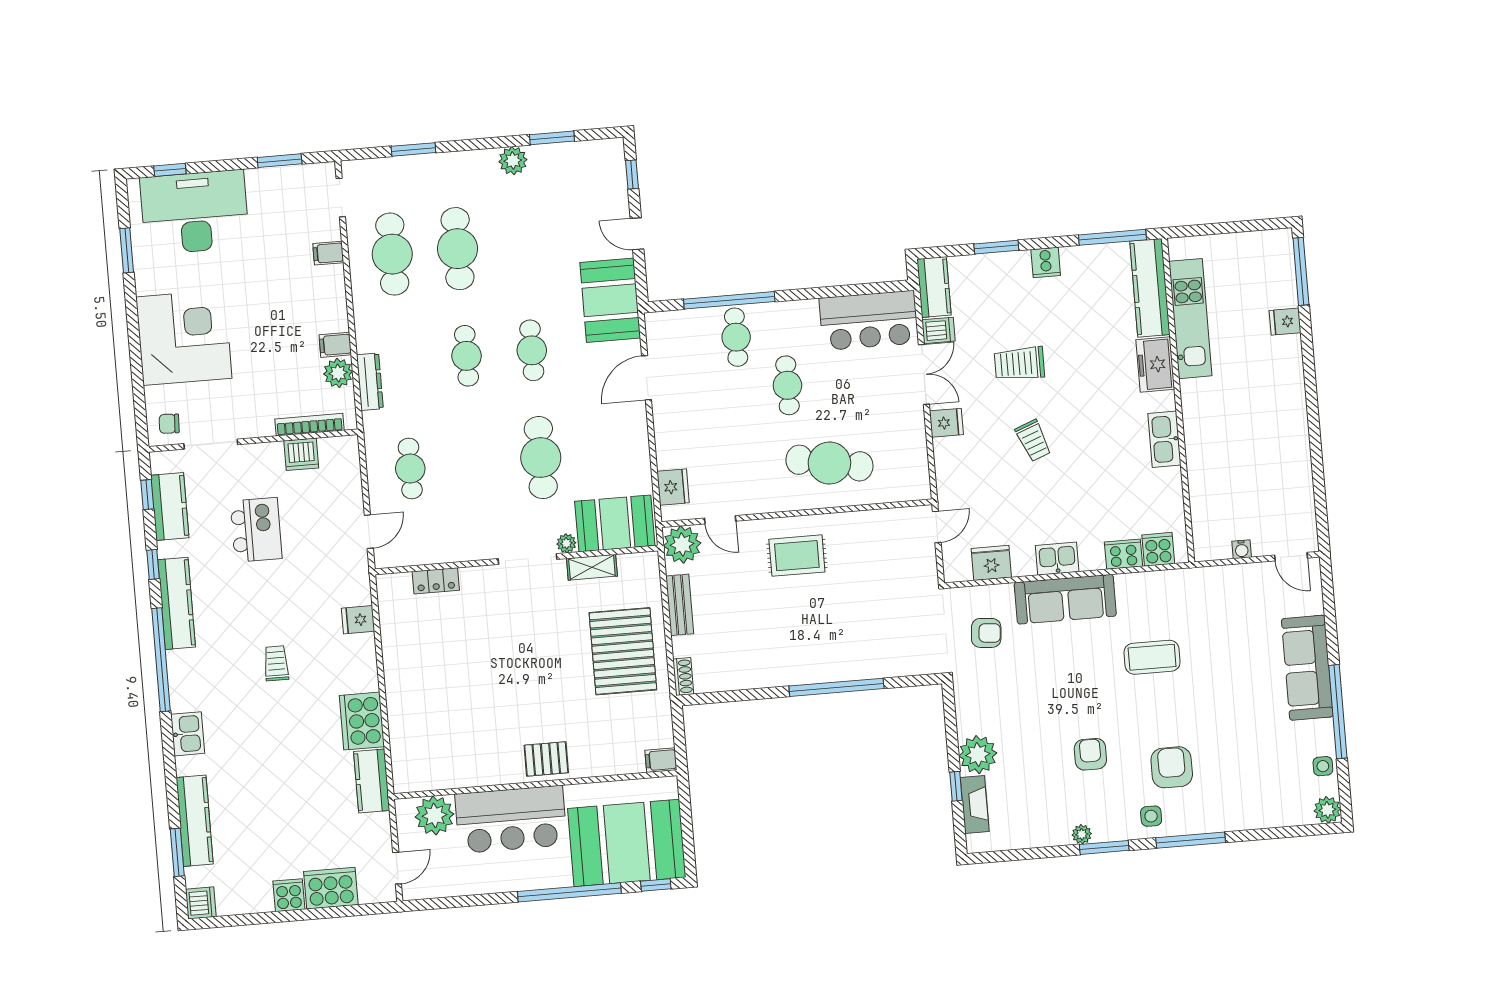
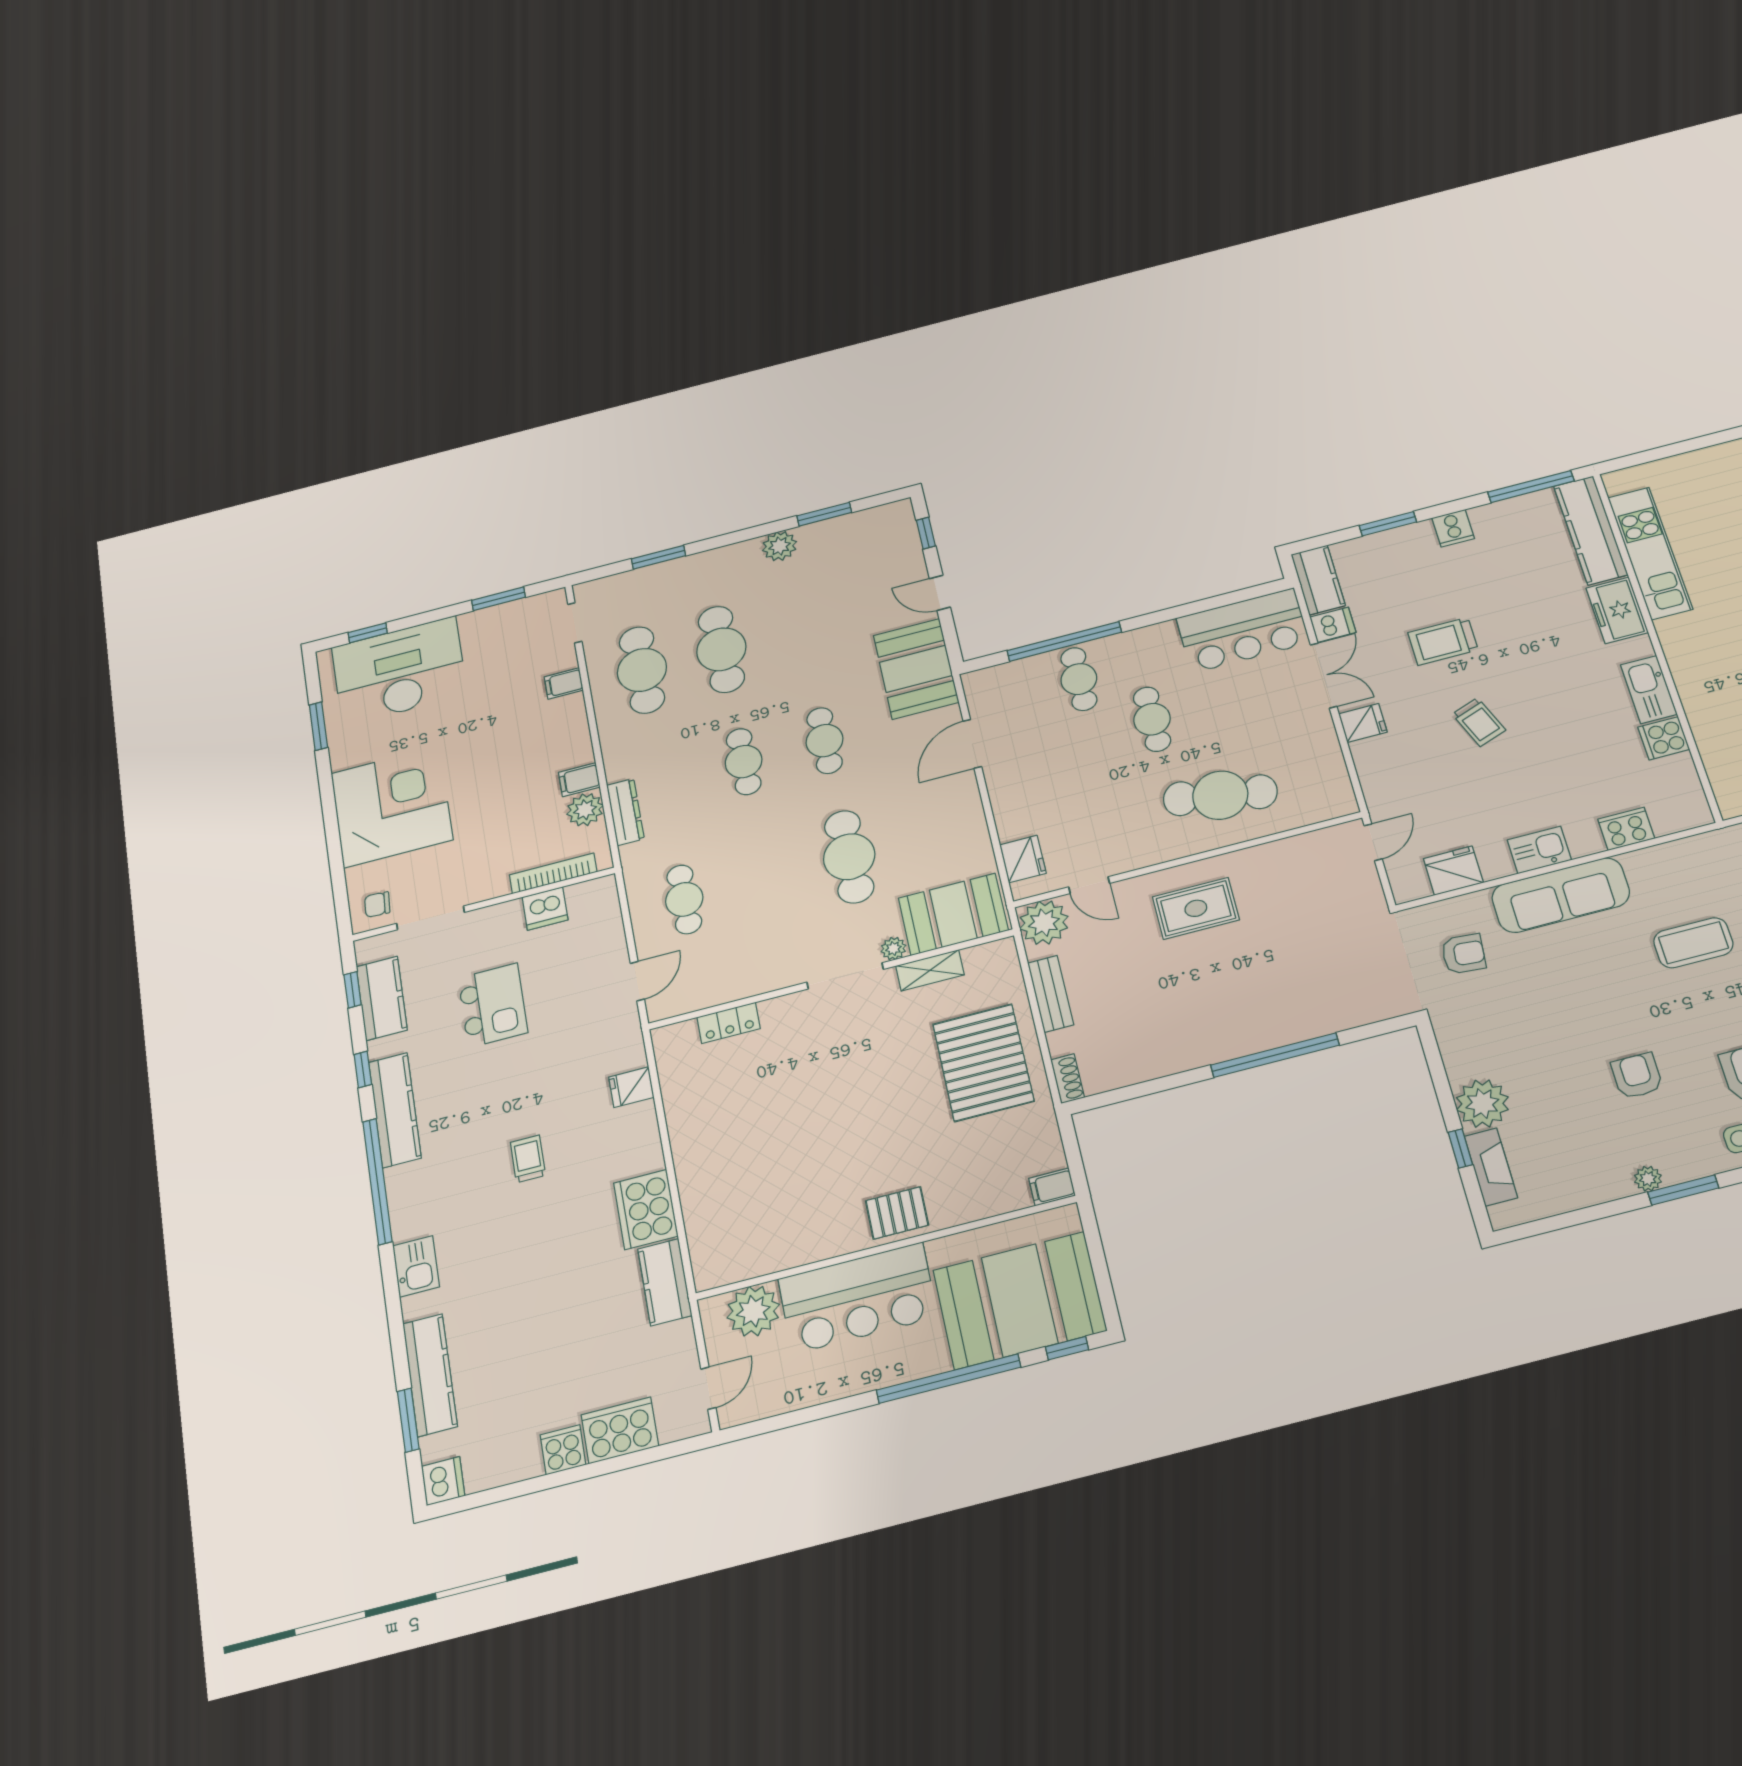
cooker: (1158, 549) -> (1664, 738), moved, turned -90

